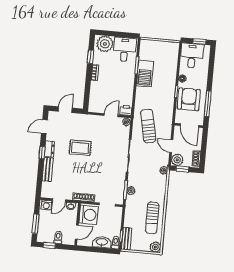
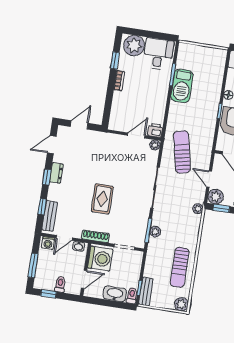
rug: (80, 148) -> (102, 199), moved, turned 90
bench: (48, 169) -> (50, 216), moved
window: (40, 177) -> (42, 207), added

